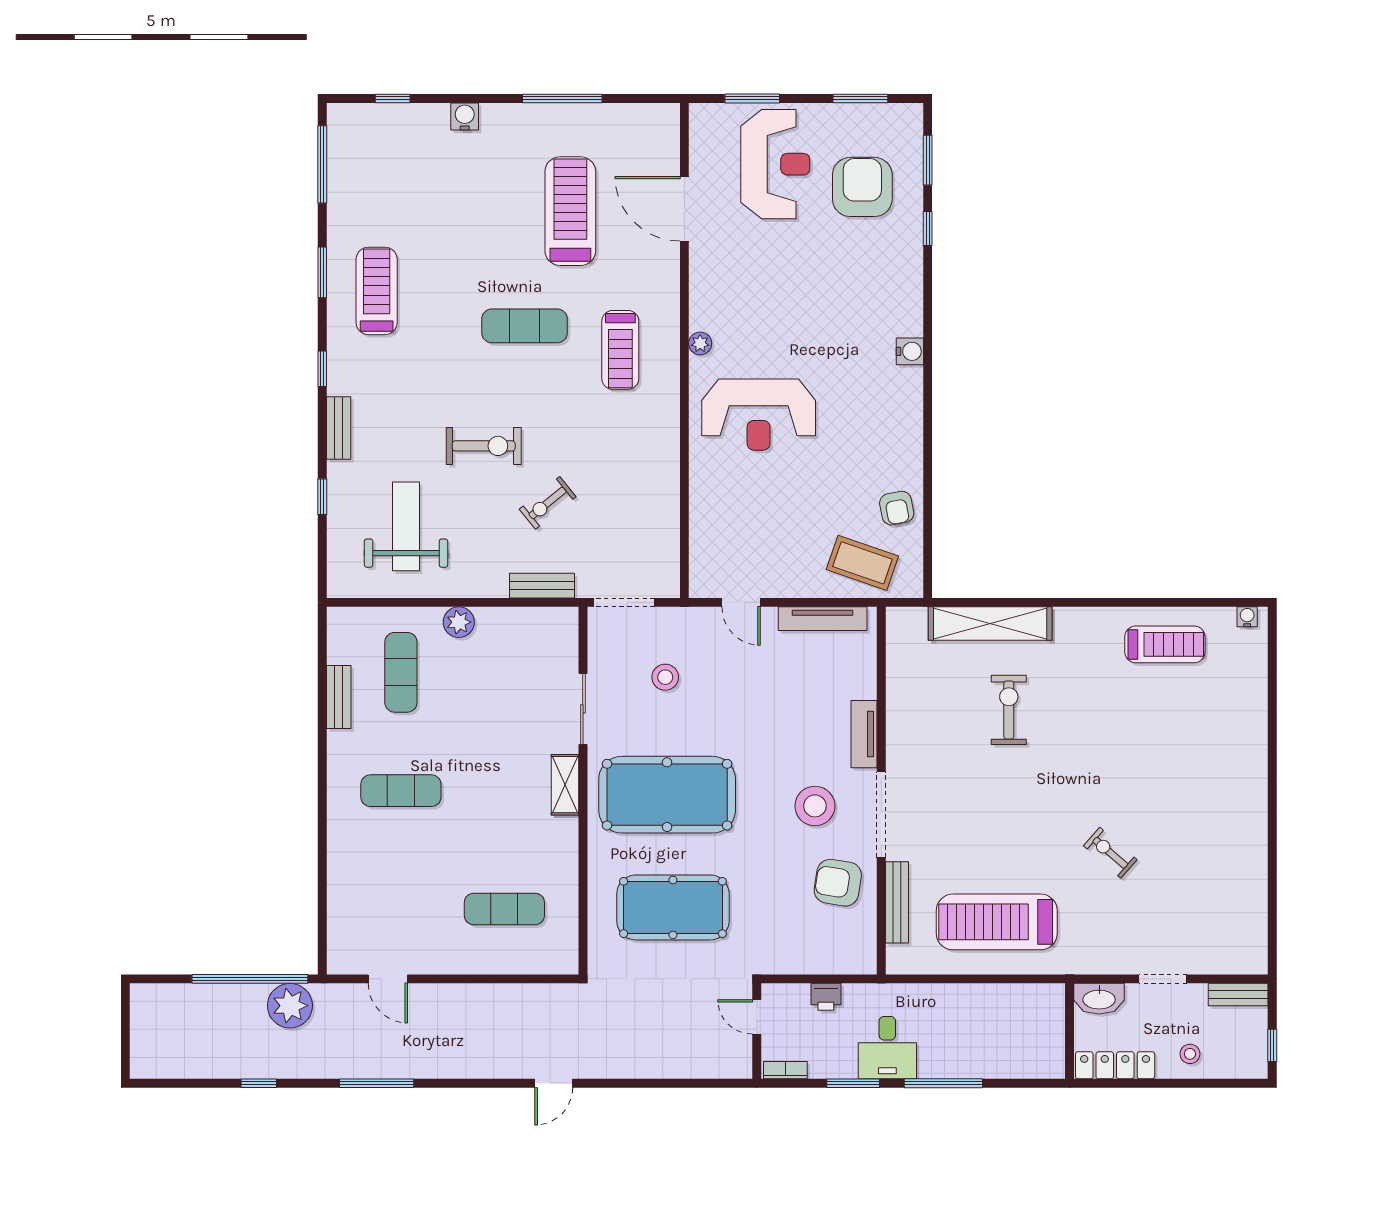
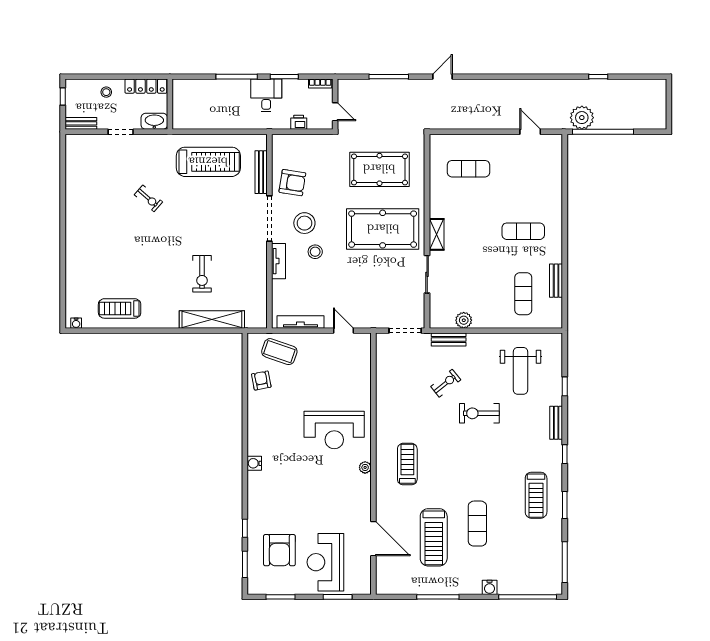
window: (393, 98) -> (528, 597), width x3.17
exercise mat: (524, 326) -> (477, 524), moved, turned 90
reception desk: (759, 415) -> (334, 430), turned 180
plant: (459, 622) -> (464, 320), moved
stool: (665, 677) -> (315, 252), moved
window: (377, 1083) -> (389, 77), moved

